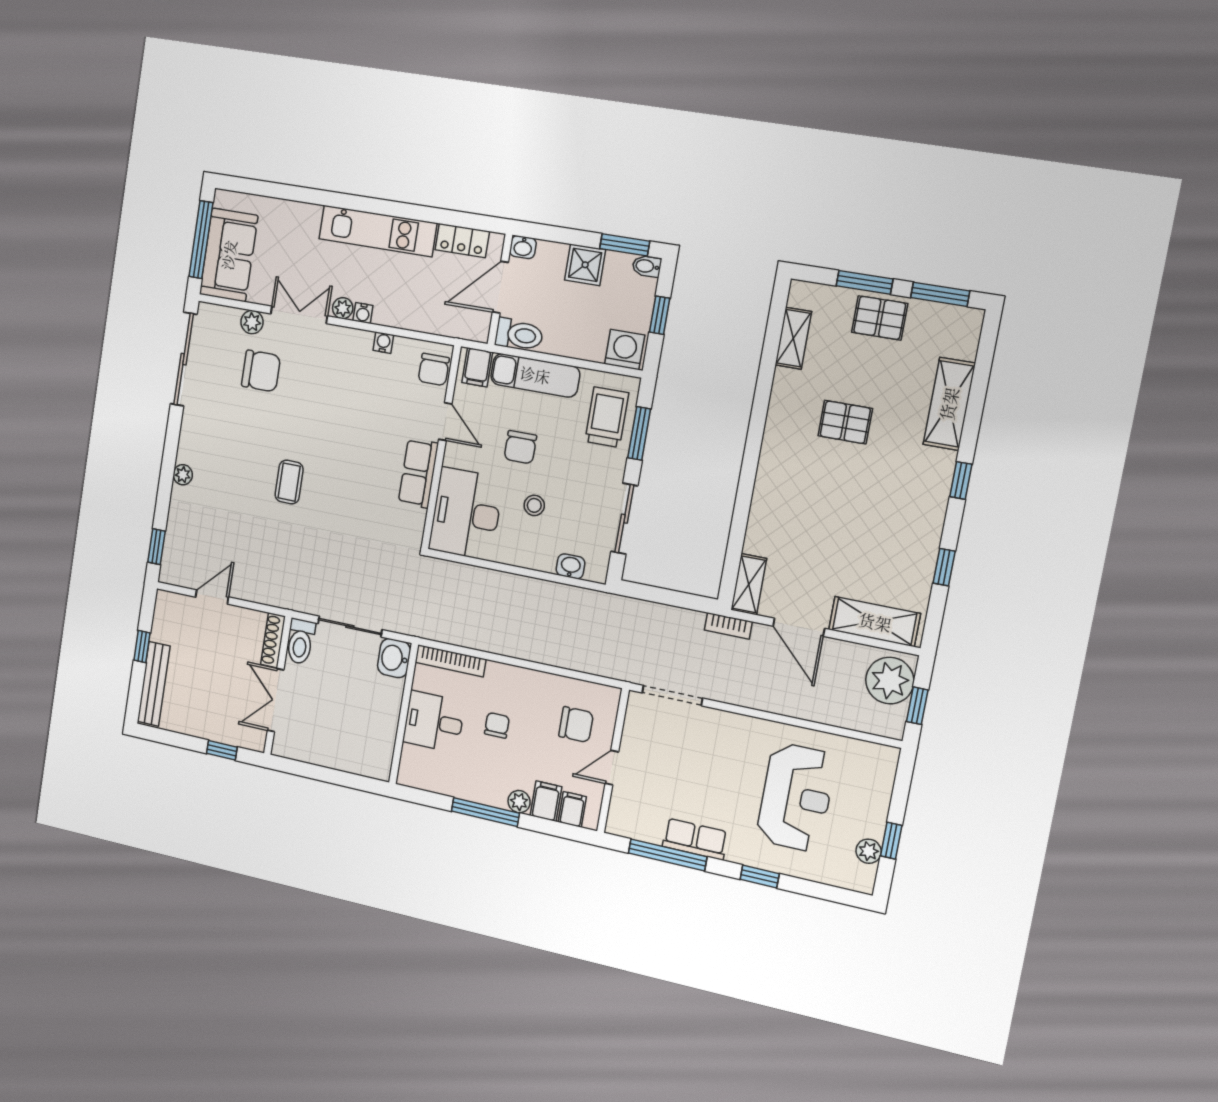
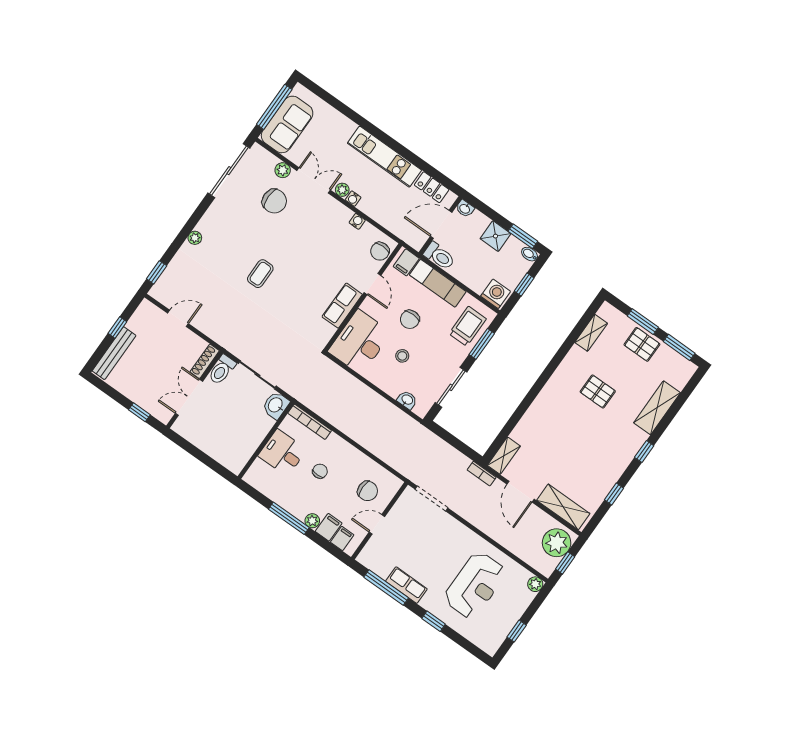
plant: (869, 851) -> (535, 584), moved

